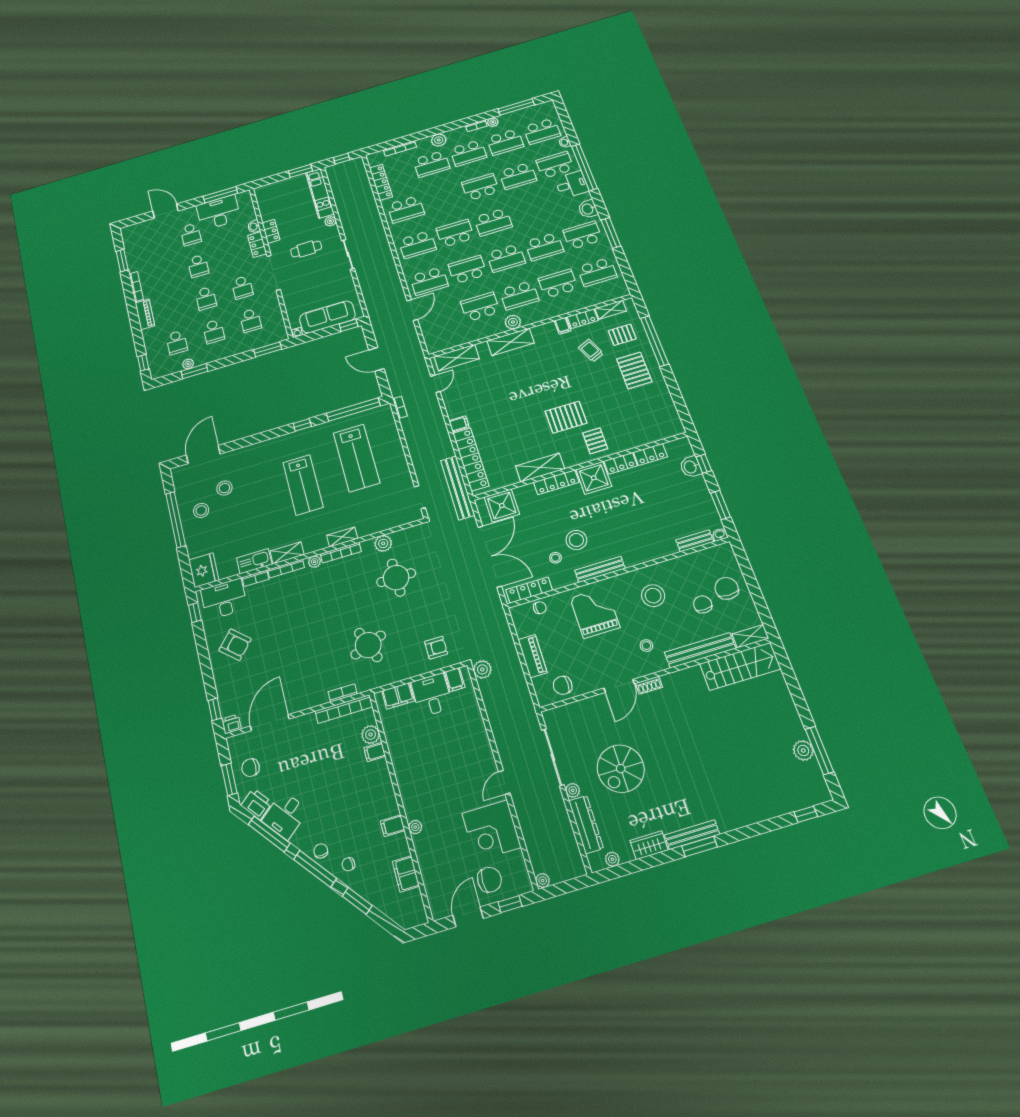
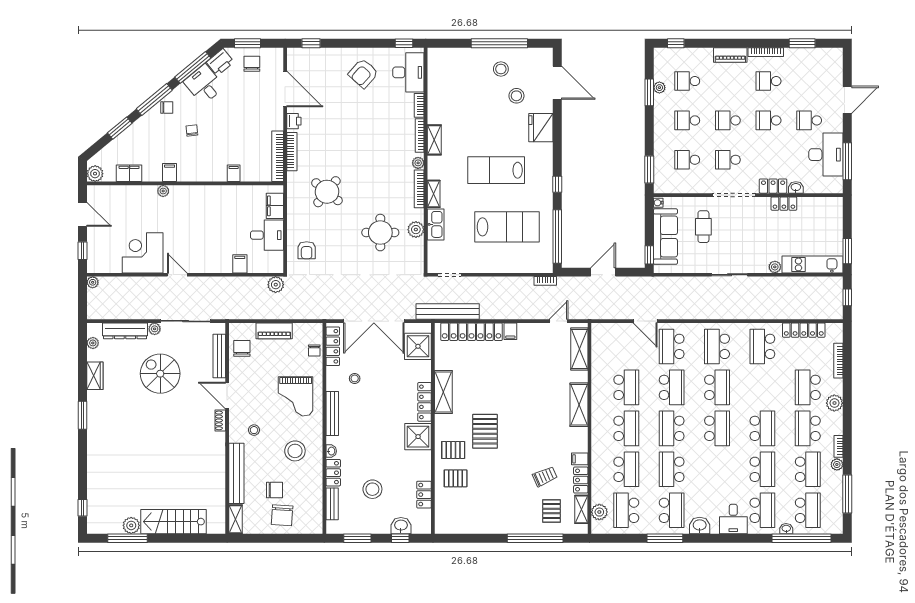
school desk: (542, 131) -> (808, 510), turned 180
school desk: (505, 142) -> (808, 469), turned 180
window: (584, 167) -> (802, 538), moved
school desk: (518, 176) -> (762, 469), turned 180
school desk: (493, 222) -> (717, 428), turned 180
cafe table: (306, 249) -> (703, 227), moved
school desk: (162, 277) -> (769, 81), added
school desk: (519, 295) -> (626, 428), turned 180
plant: (513, 322) -> (599, 512), moved
pallet: (634, 370) -> (456, 478), moved, width x0.67, depth x0.71
door: (435, 384) -> (558, 321), swing flipped
lab bench: (357, 458) -> (507, 227), turned 180
locker: (621, 463) -> (333, 473), moved, turned 180
washbasin: (720, 534) -> (331, 451), moved
stool: (576, 540) -> (372, 489), moved
kitchen sink: (254, 561) -> (436, 224), moved
fridge: (204, 570) -> (541, 128), moved, turned 90
chair: (727, 588) -> (282, 515), turned 94
grand piano: (595, 613) -> (296, 396), turned 90
round table: (368, 645) -> (327, 192), turned -30
stairs: (740, 666) -> (173, 522), moved, turned 90
filing cabinet: (455, 680) -> (240, 264), moved, turned 90
bookcase: (343, 693) -> (292, 152), width x1.56
printer: (231, 724) -> (294, 121), moved
plant: (371, 735) -> (95, 174), moved
bench: (692, 835) -> (219, 356), moved
chair: (348, 864) -> (192, 131), moved
chair: (489, 880) -> (105, 240), removed

